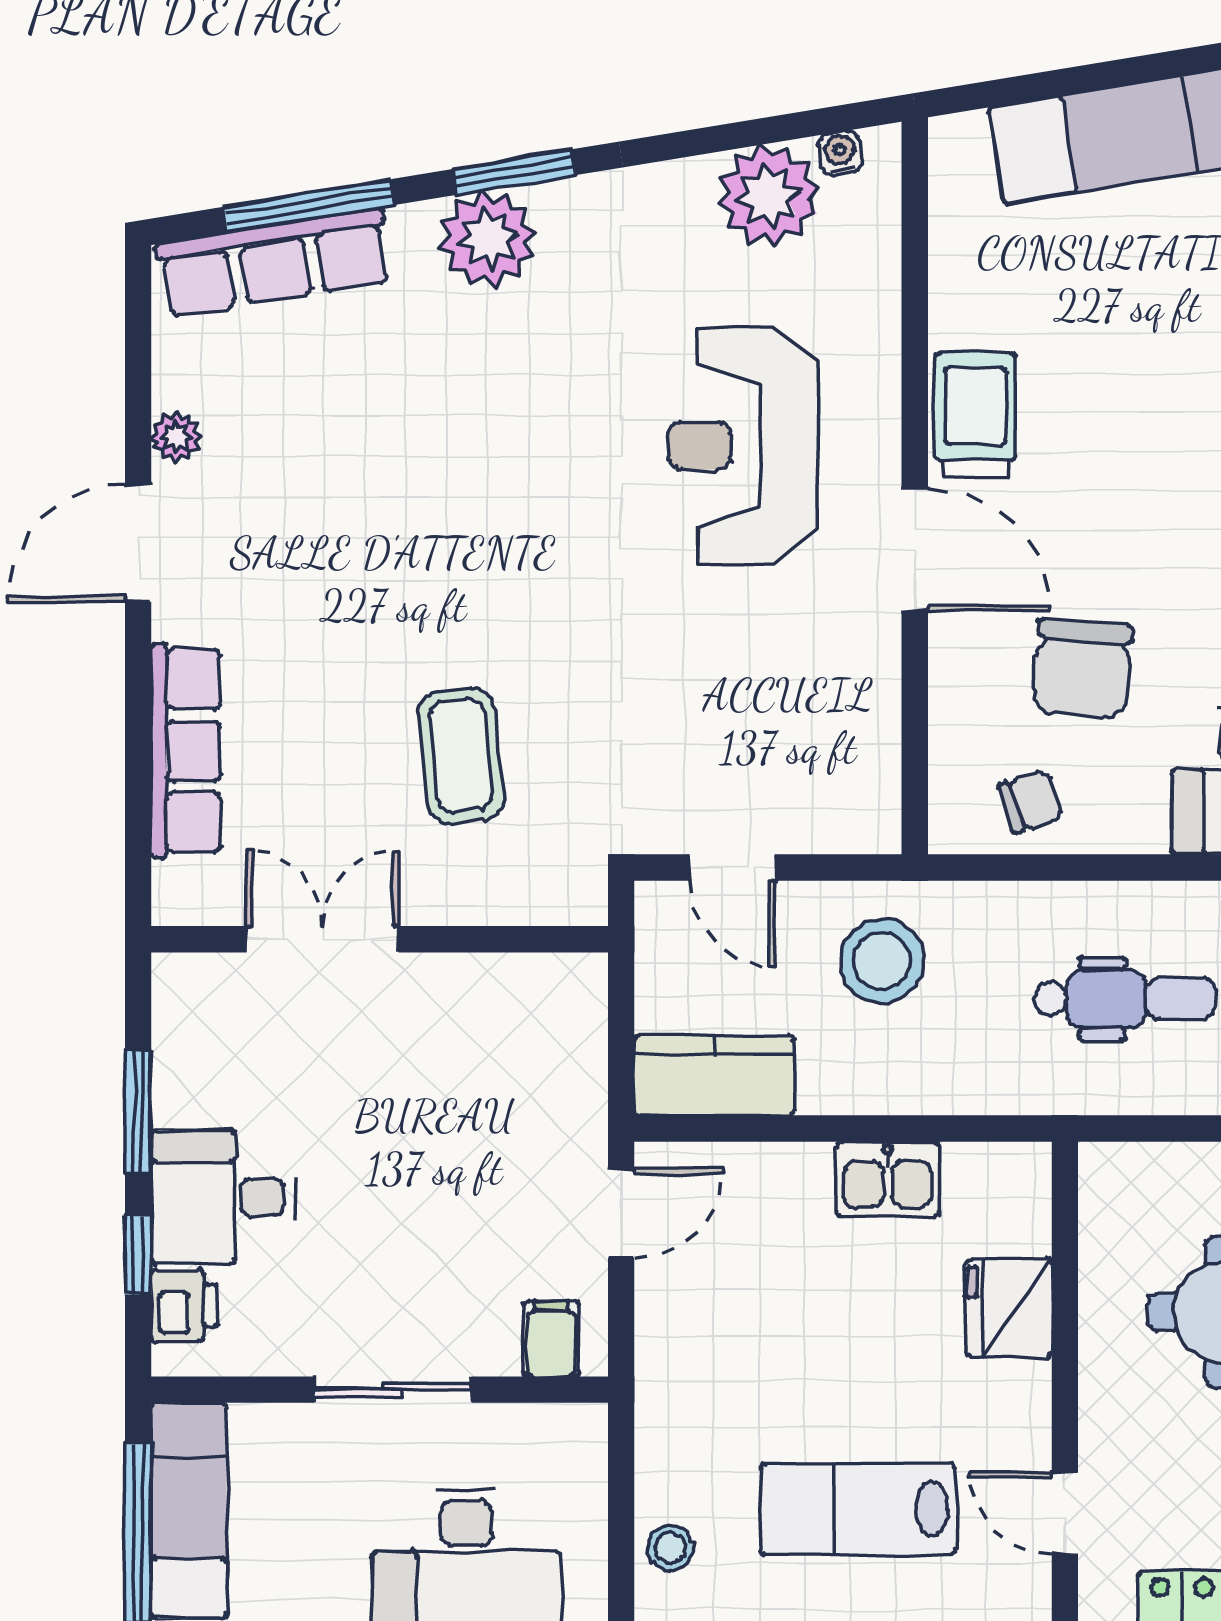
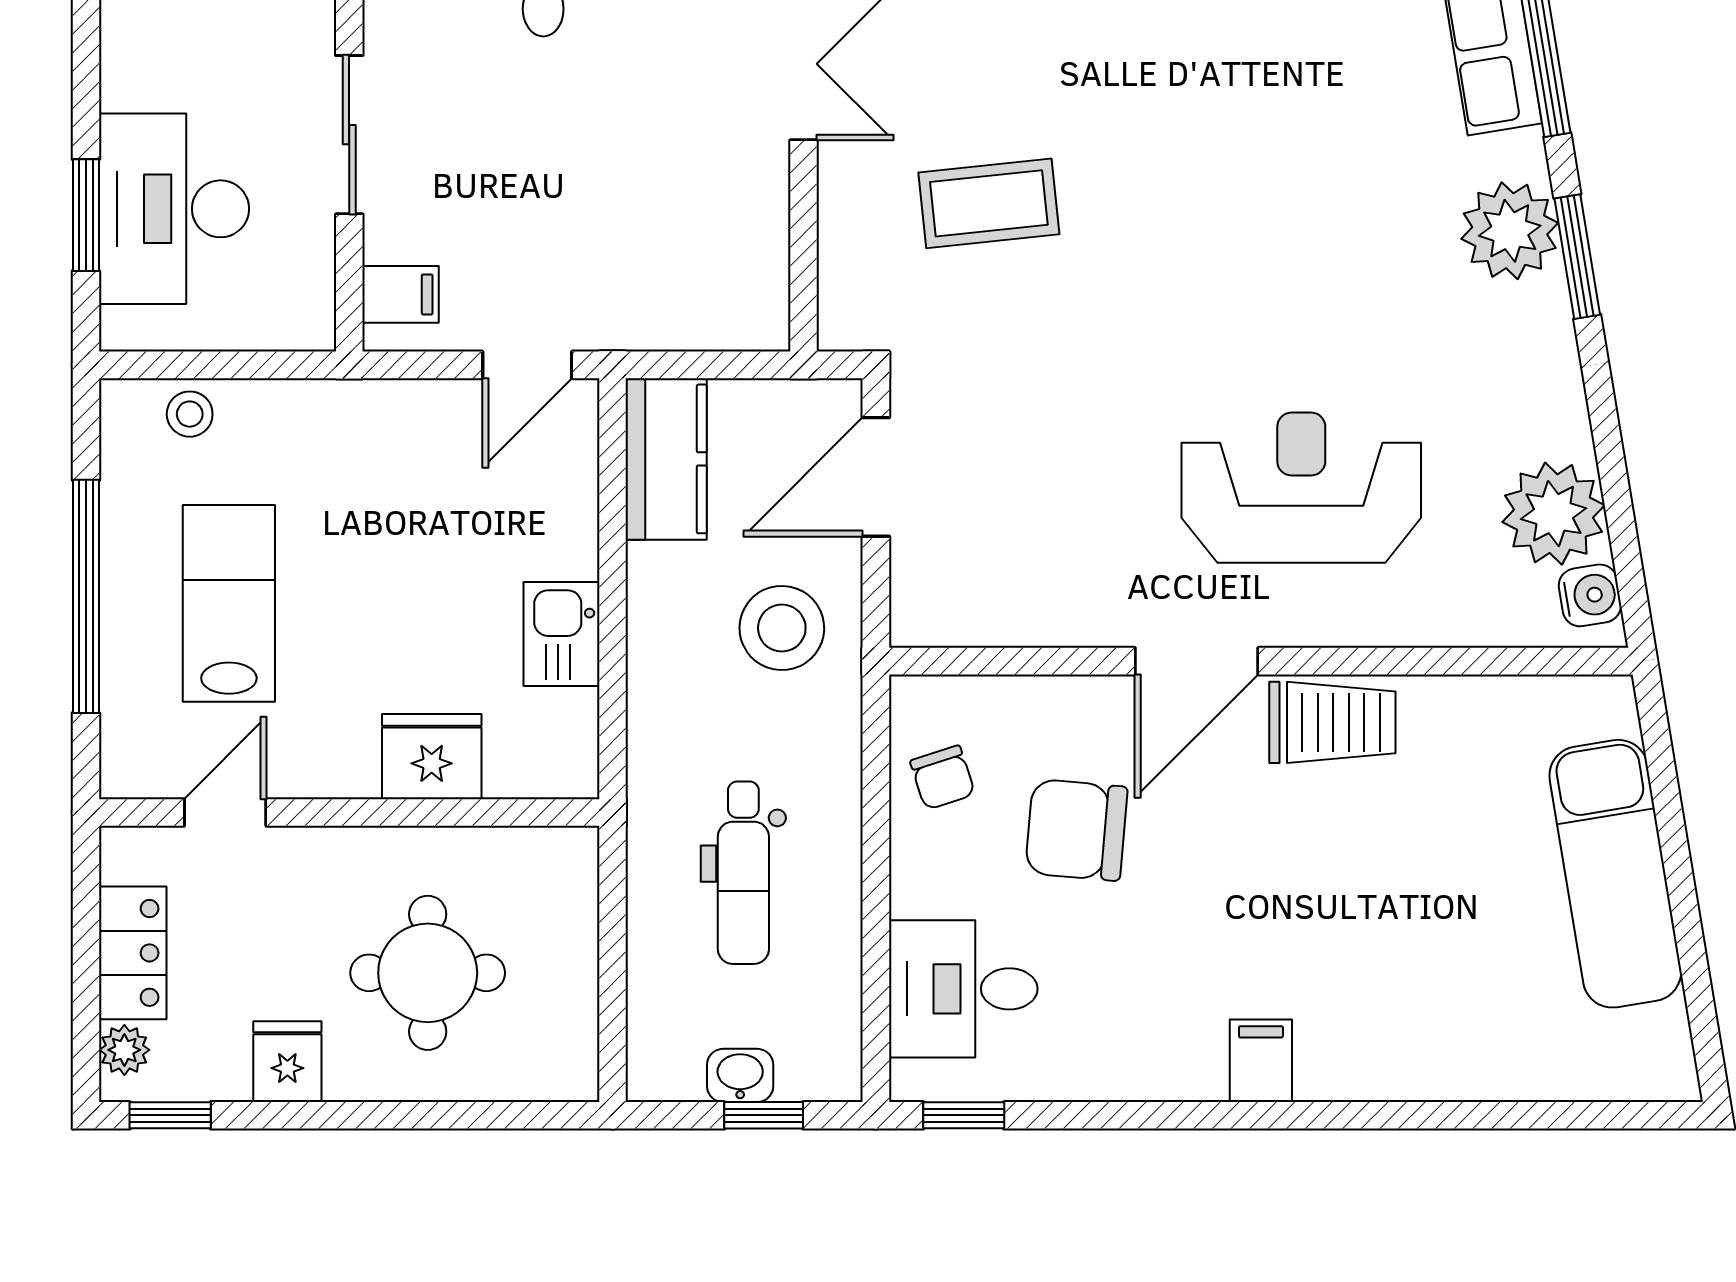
water cooler: (840, 153) -> (1590, 595), width x1.38, depth x1.38
door: (732, 867) -> (876, 477), width x1.38
door: (621, 1213) -> (527, 365), hinge flipped

